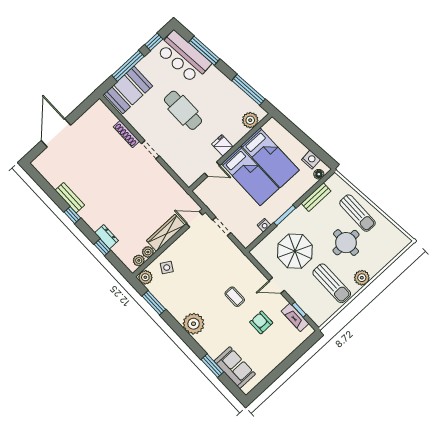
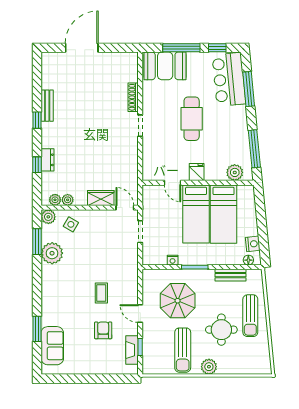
wardrobe: (166, 233) -> (101, 198), width x0.67
plant: (194, 324) -> (52, 253), moved

